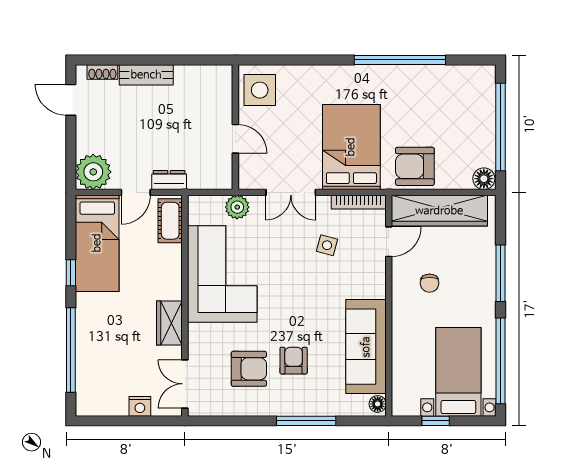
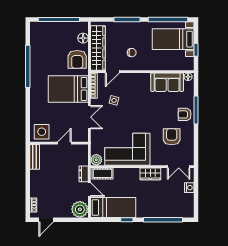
bench: (146, 75) -> (35, 157), moved
floor lamp: (484, 179) -> (83, 38), moved
plant: (237, 207) -> (96, 160), moved
door: (389, 242) -> (112, 72), swing flipped
sofa: (366, 347) -> (167, 82), width x0.73
armchair: (294, 361) -> (185, 114), moved

